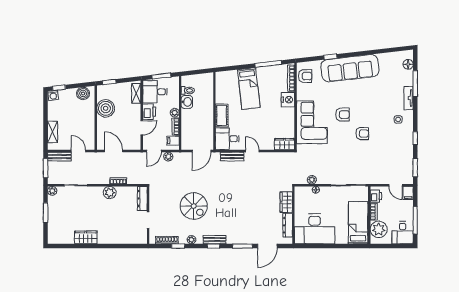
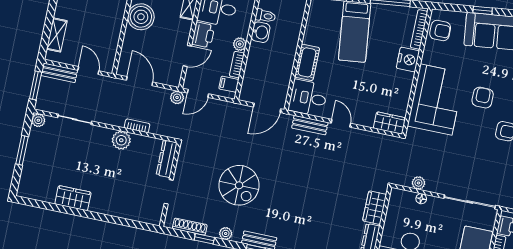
armchair: (342, 115) -> (483, 98), turned -90
plant: (168, 157) -> (177, 97), moved

